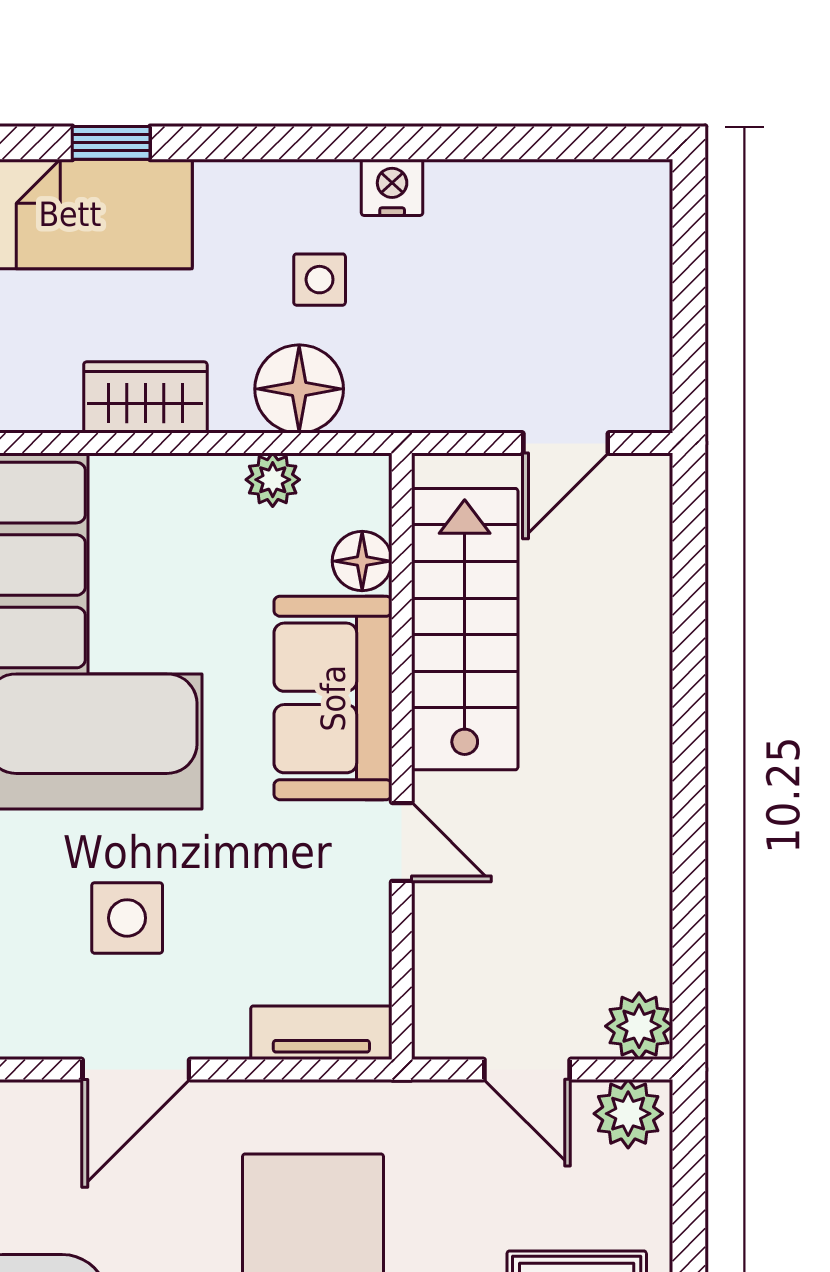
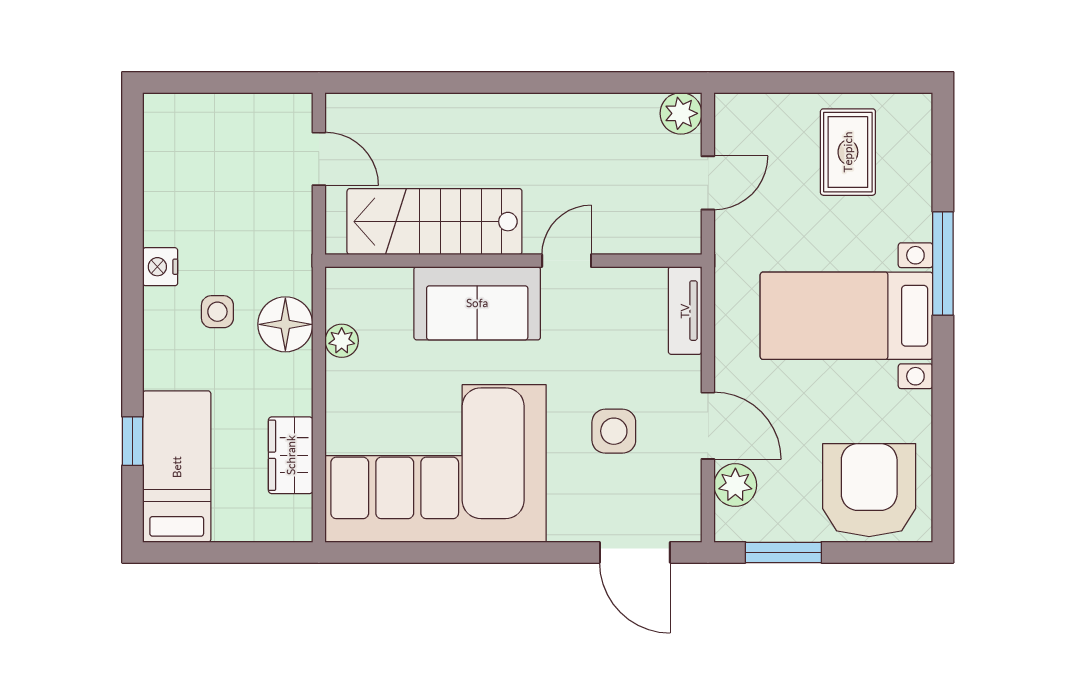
wardrobe: (145, 397) -> (291, 455), moved
floor lamp: (362, 561) -> (392, 285), removed
plant: (628, 1114) -> (735, 485), moved

